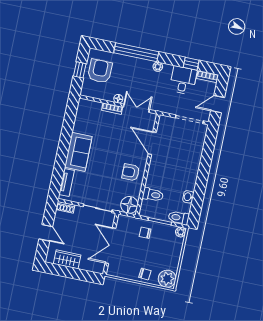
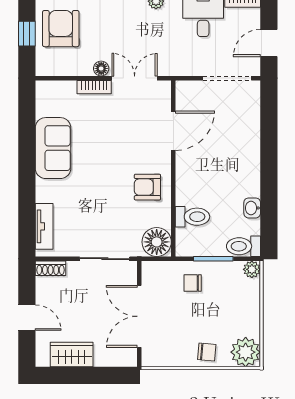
door: (152, 143) -> (173, 131), swing flipped
sofa: (78, 152) -> (53, 148), moved

